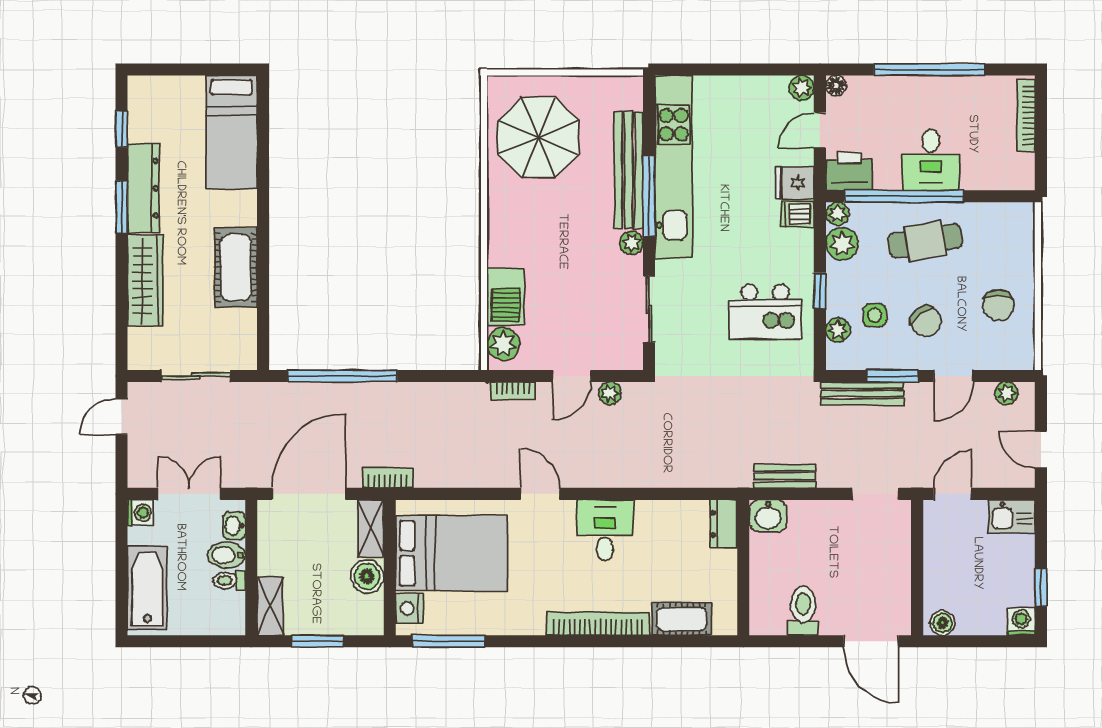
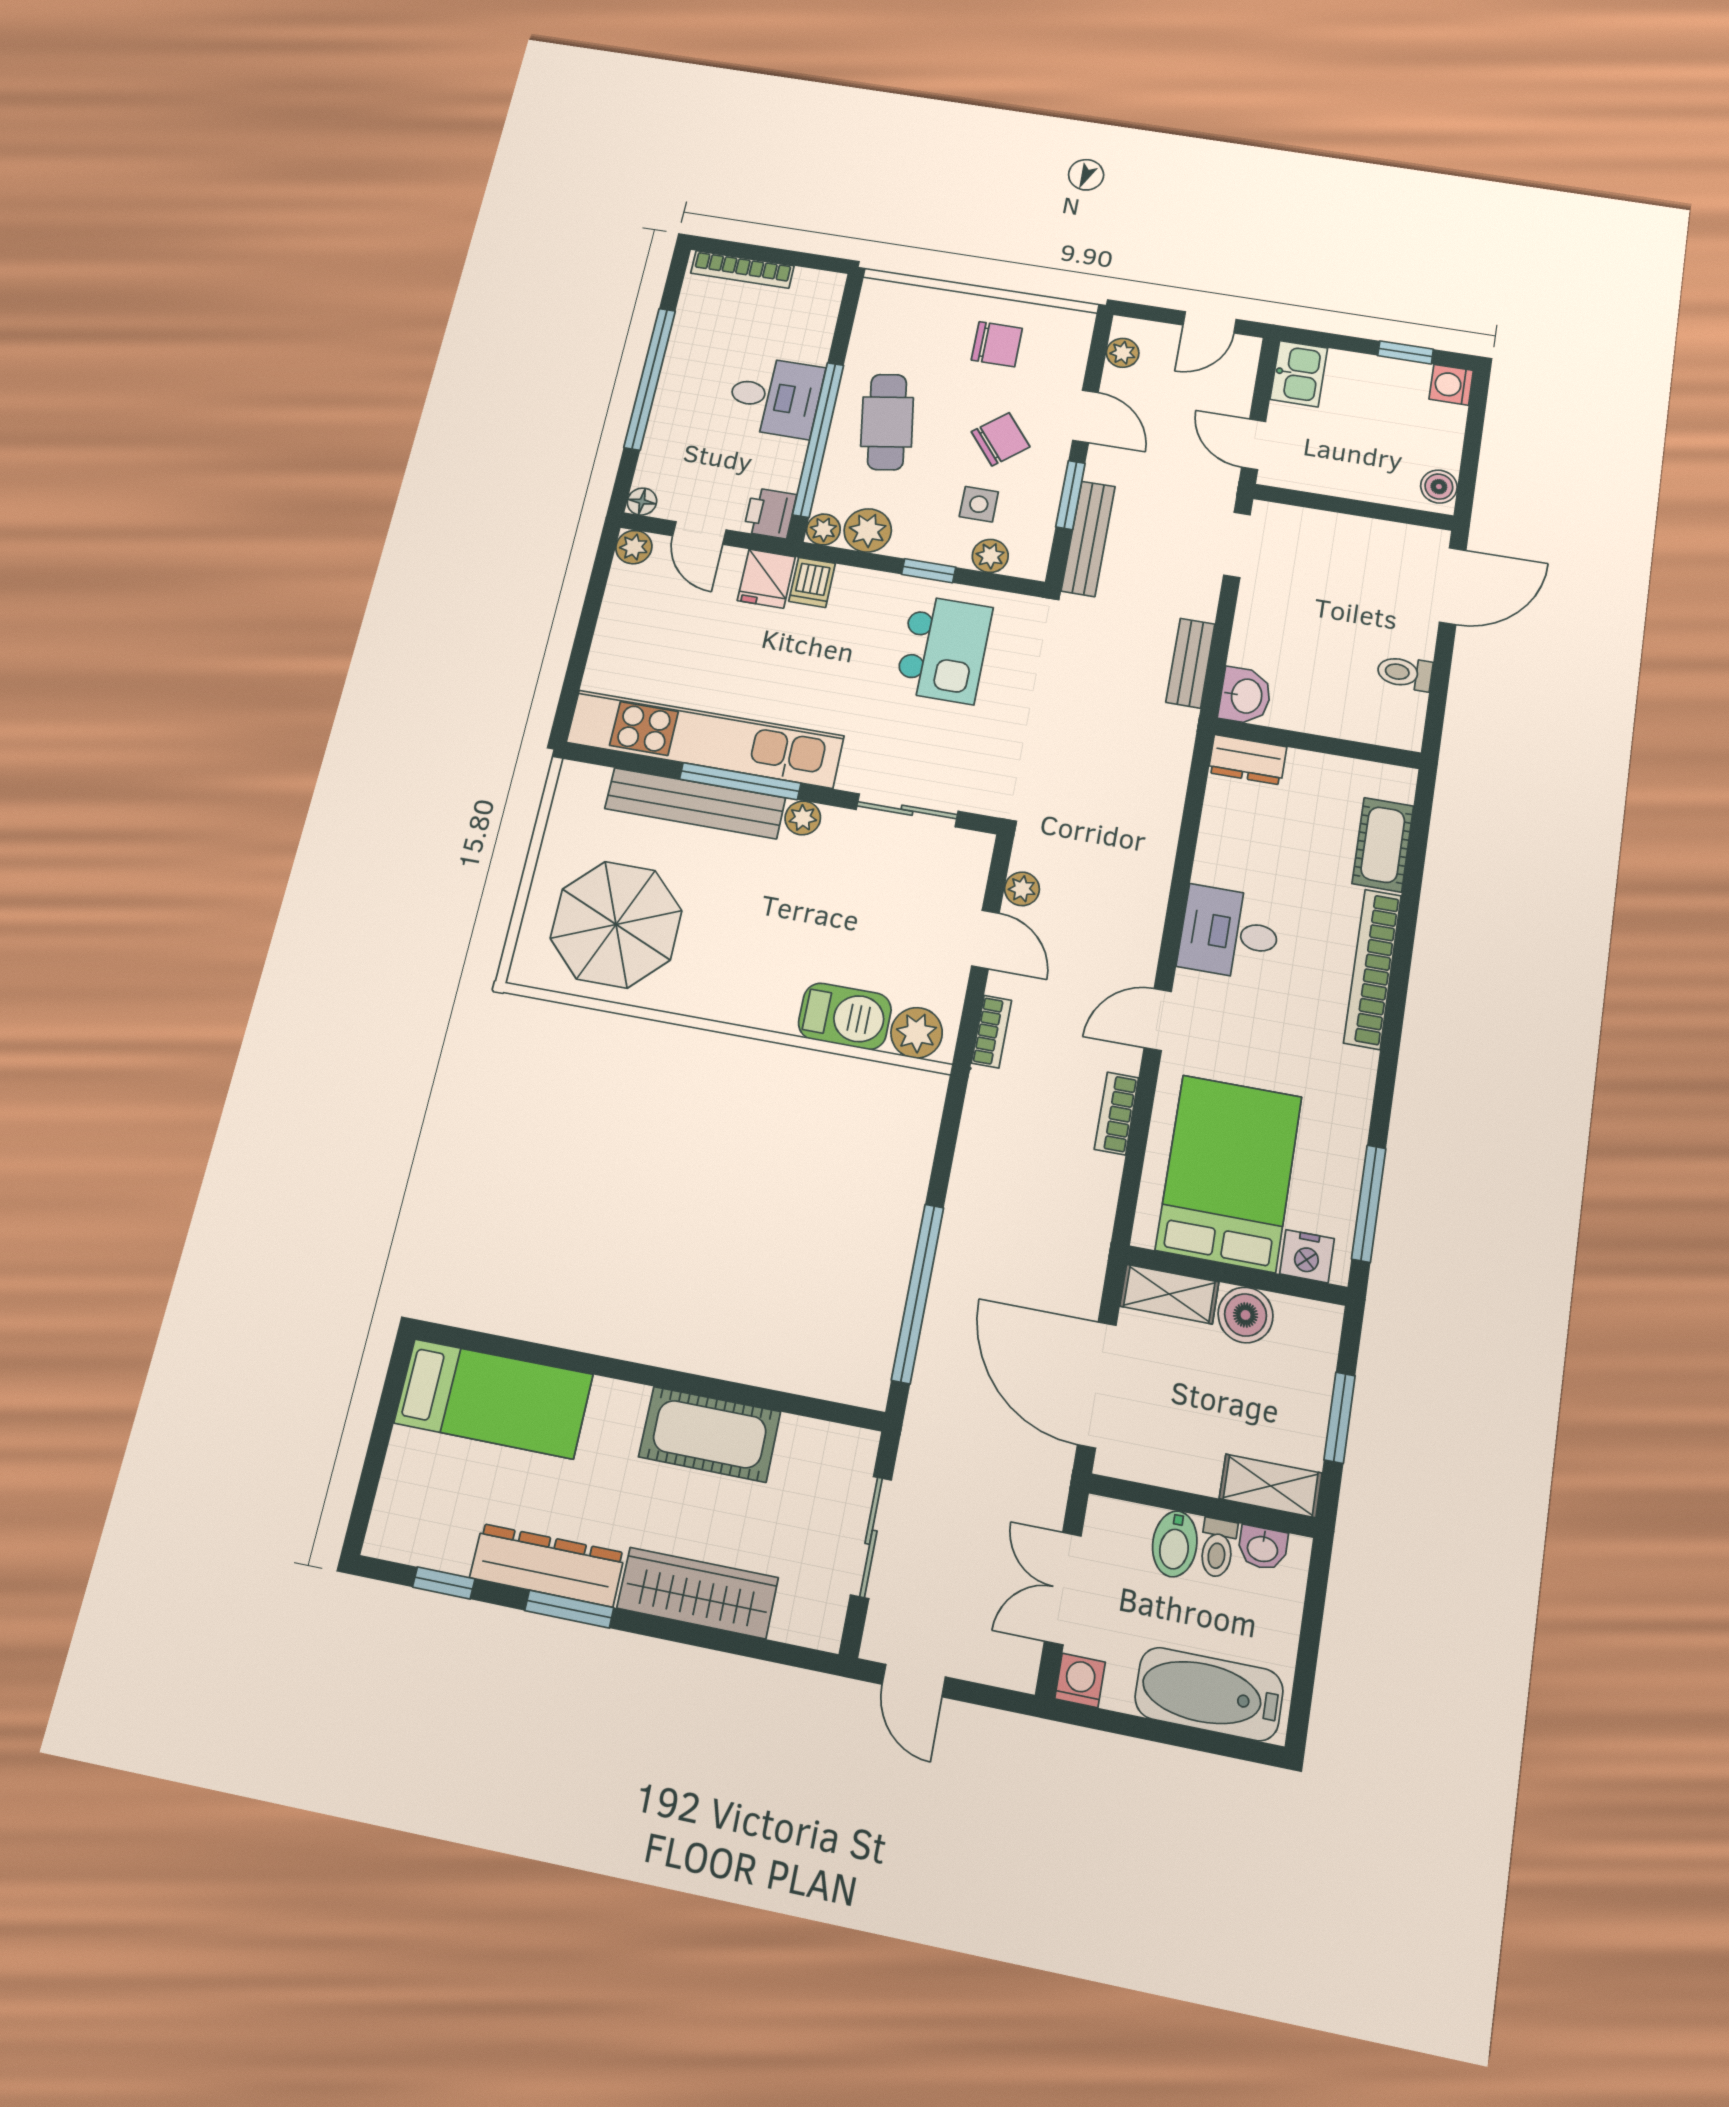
printer: (849, 171) -> (770, 513), width x0.73, depth x0.81
bookcase: (387, 478) -> (1116, 1113), moved
washbasin: (234, 526) -> (1263, 1548), moved
toilet: (803, 611) -> (1405, 673), width x0.73, depth x0.72

